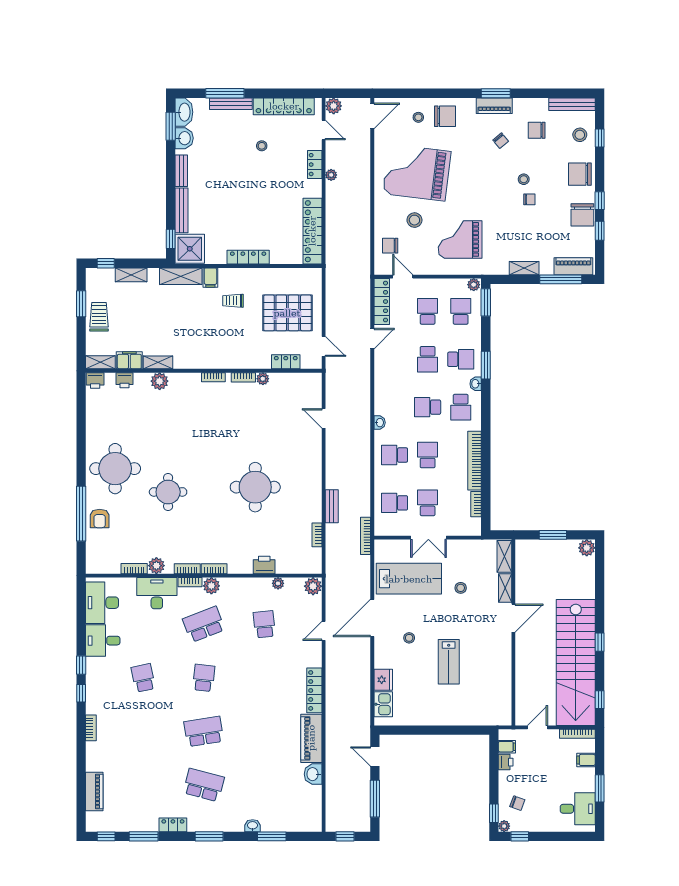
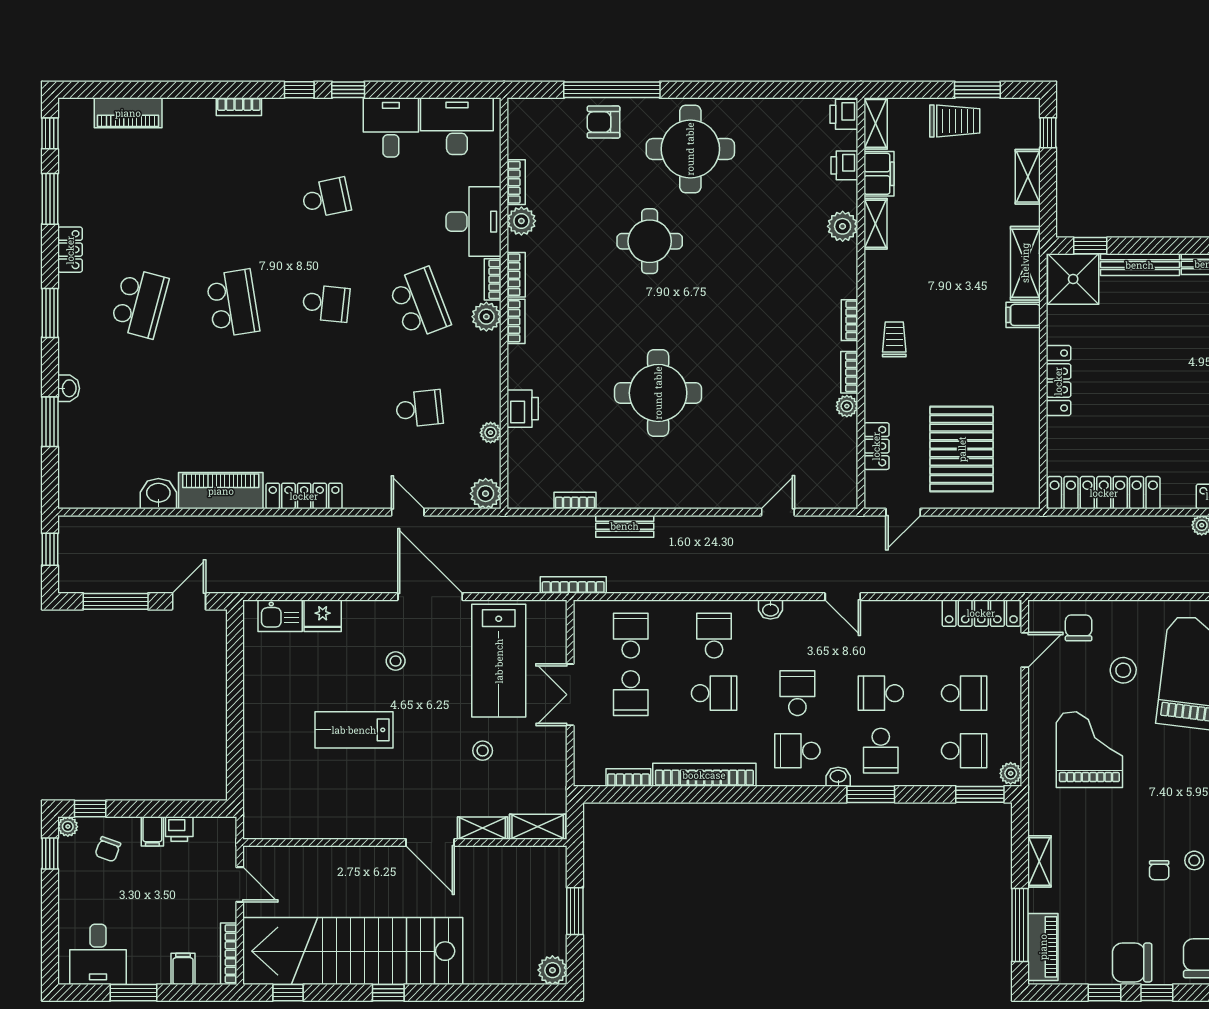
trolley: (233, 301) -> (894, 339), moved
door: (372, 339) -> (843, 597), moved
school desk: (428, 503) -> (631, 693), turned 90
filing cabinet: (507, 747) -> (152, 831), moved

